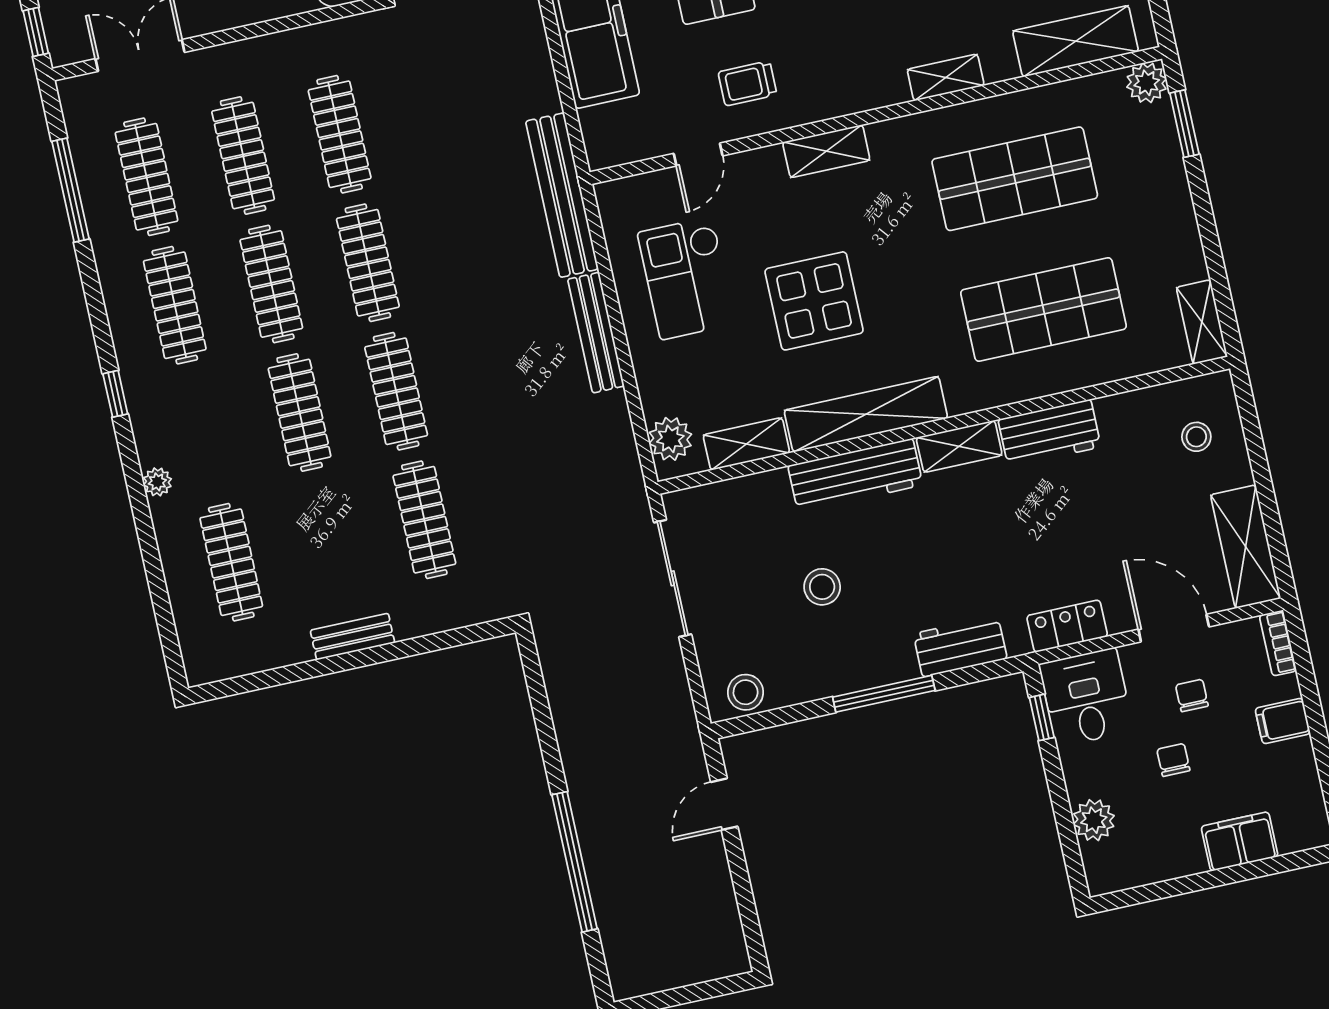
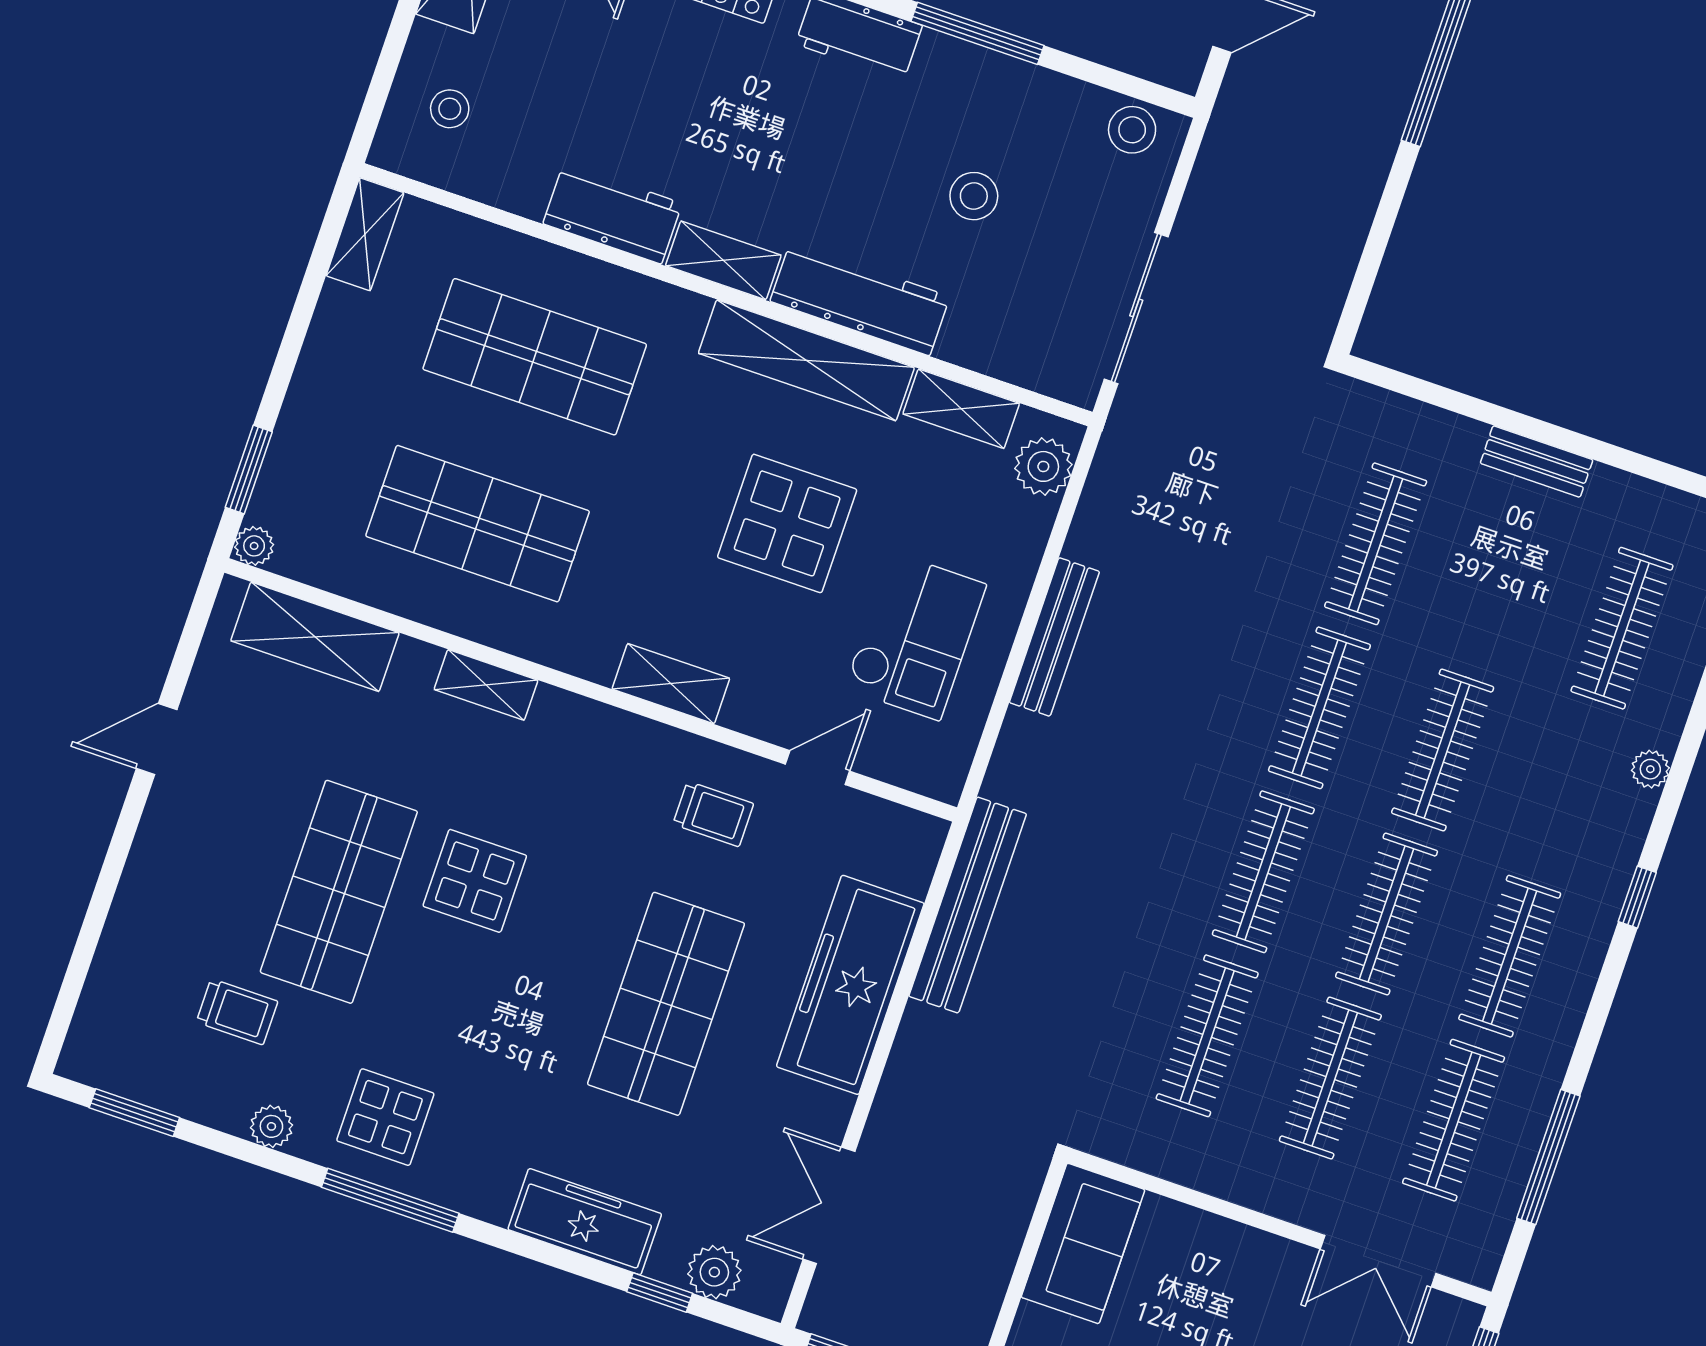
plant: (1147, 83) -> (254, 546), width x0.73, depth x0.73
bench: (562, 195) -> (968, 905), moved

